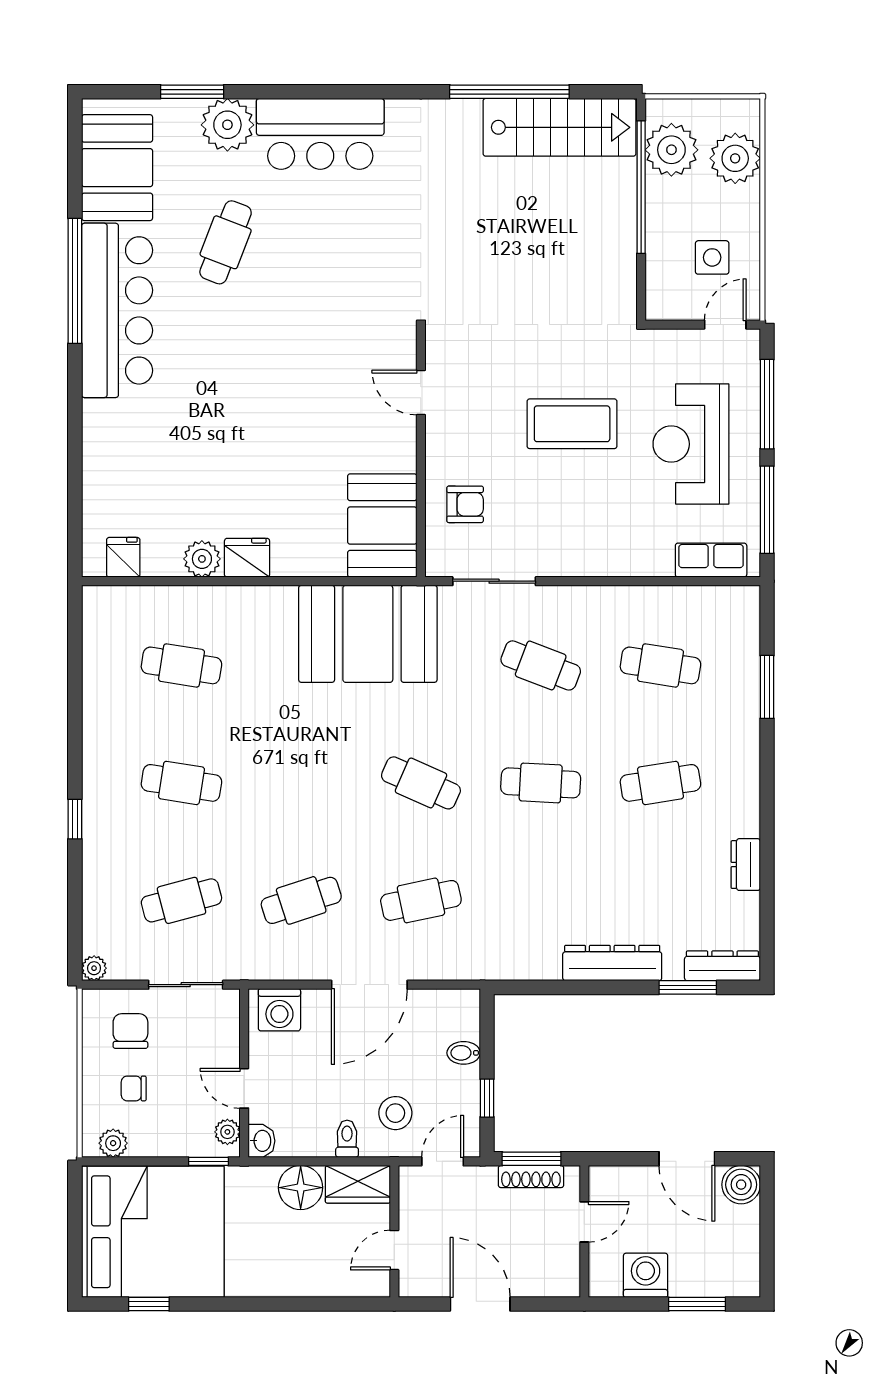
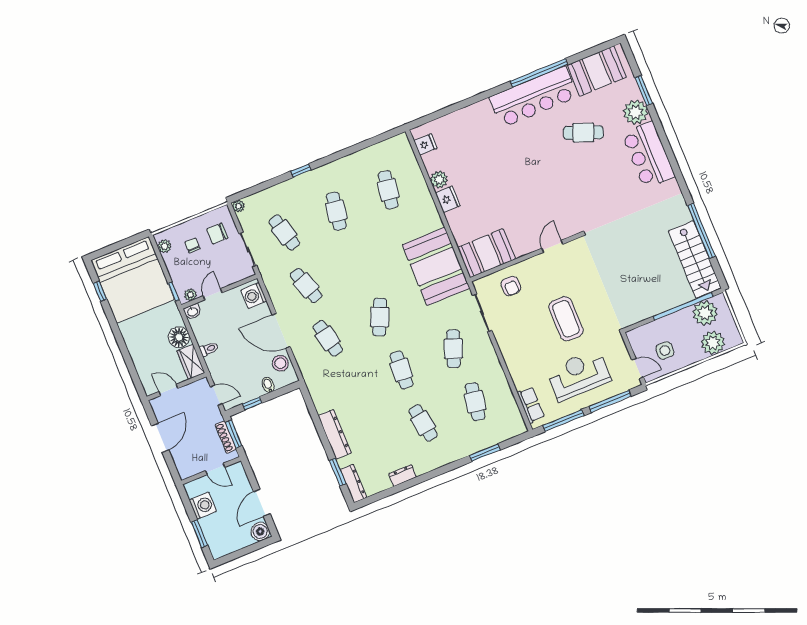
chair: (130, 1031) -> (217, 234), turned 180
stool: (395, 1113) -> (280, 363), moved

